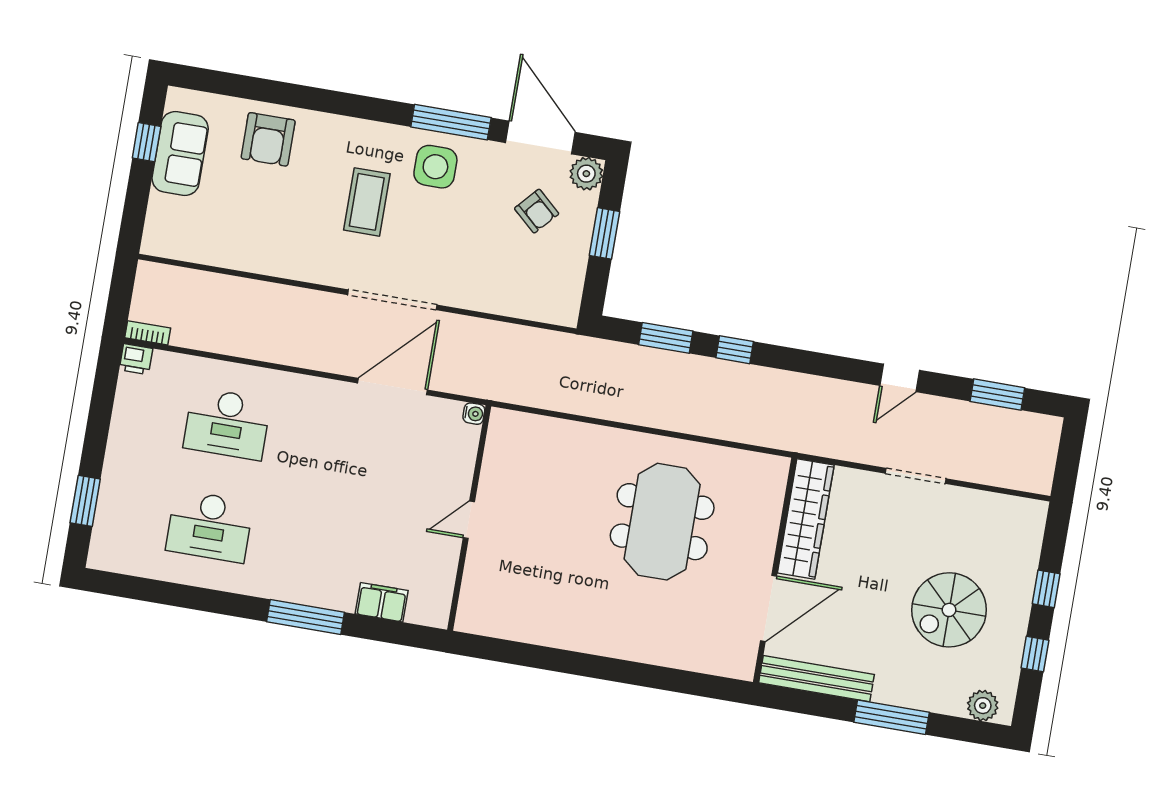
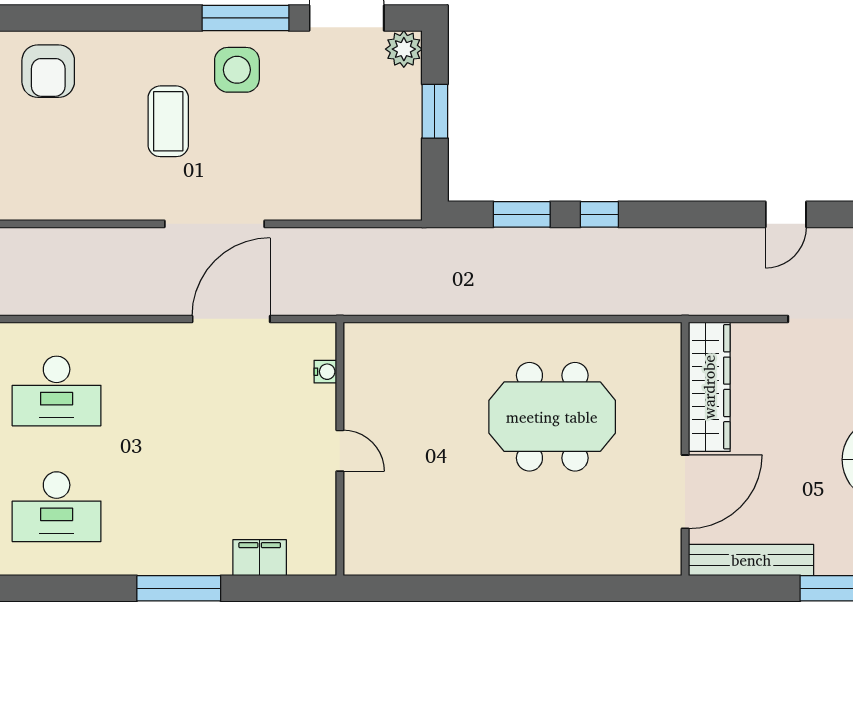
armchair: (537, 211) -> (356, 99), removed
water cooler: (474, 414) -> (325, 372), moved
door: (469, 520) -> (340, 451), swing flipped
meeting table: (662, 522) -> (552, 417), turned 90

